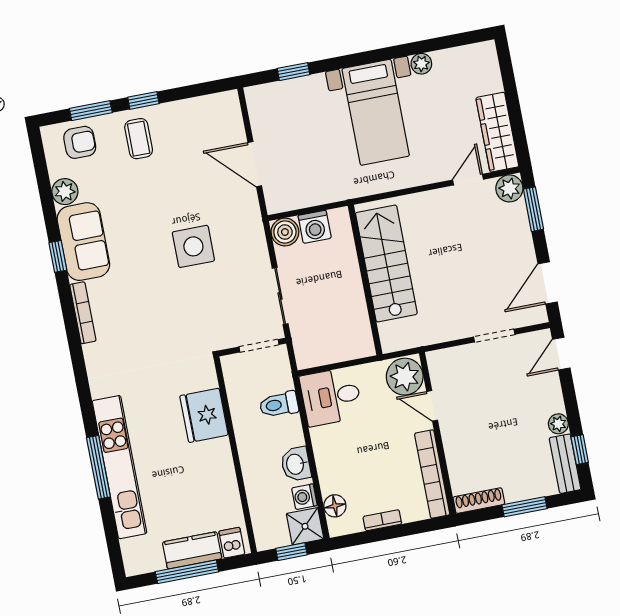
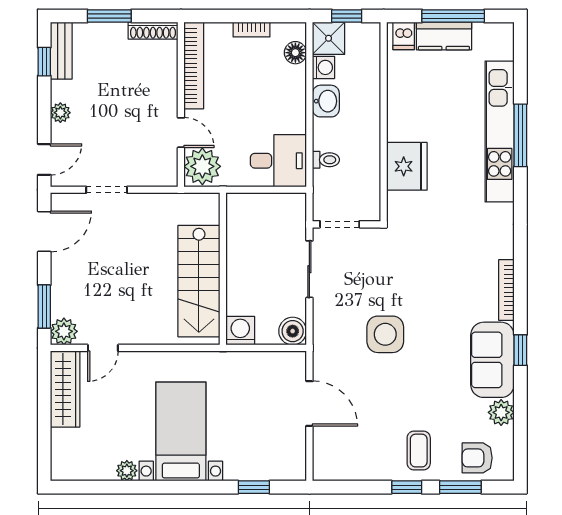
washing machine: (315, 227) -> (240, 331), moved
toilet: (279, 404) -> (326, 160), width x0.73, depth x0.72
plant: (558, 424) -> (60, 113), moved

